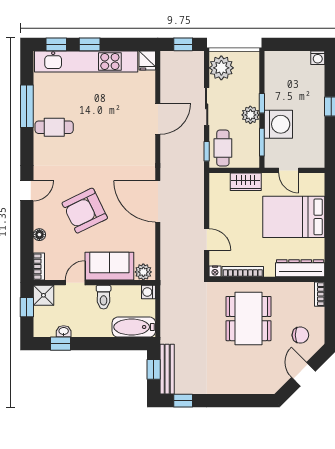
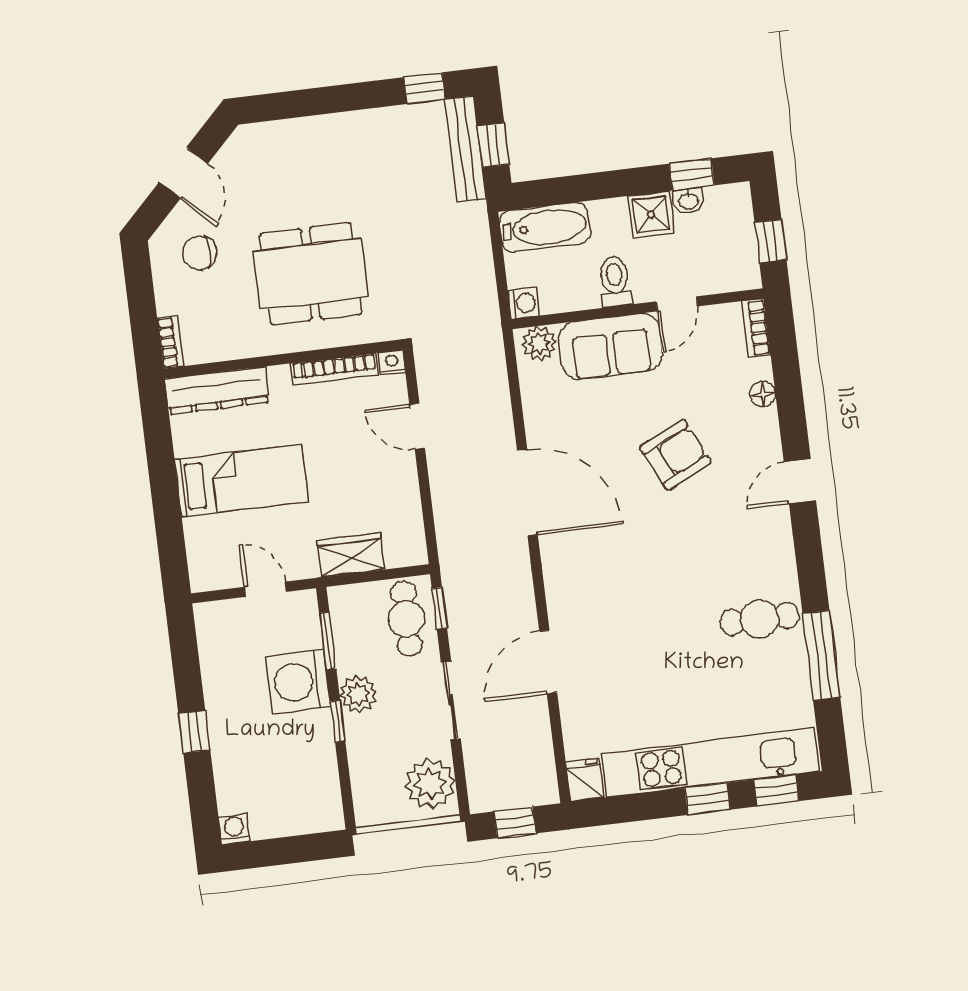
armchair: (85, 211) -> (675, 455), width x0.73, depth x0.73
bed: (294, 217) -> (241, 481), width x0.67
shower: (43, 295) -> (651, 214), moved
dining table: (249, 319) -> (311, 274), turned 90

